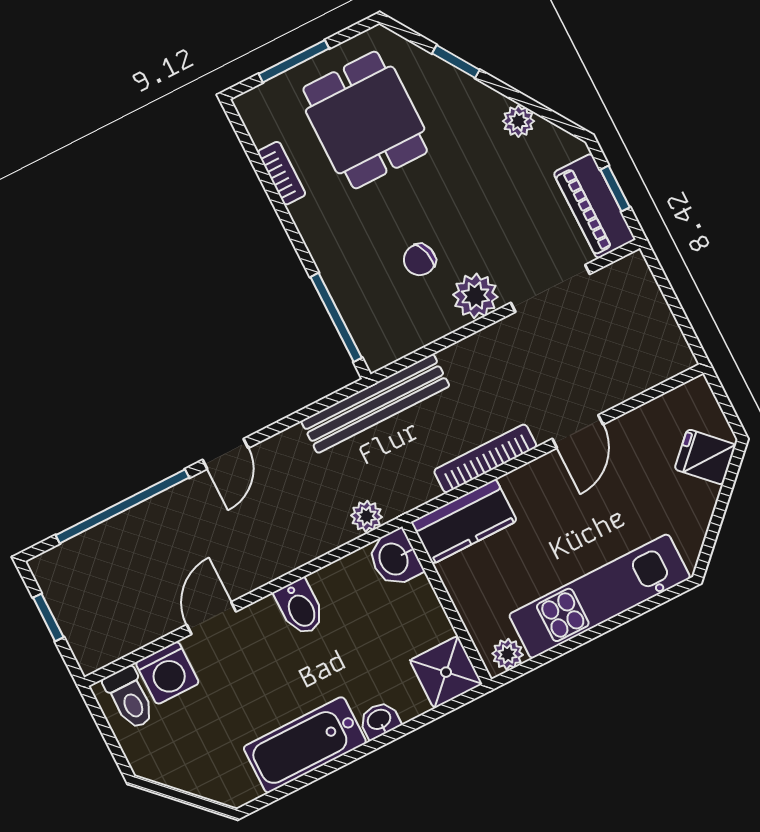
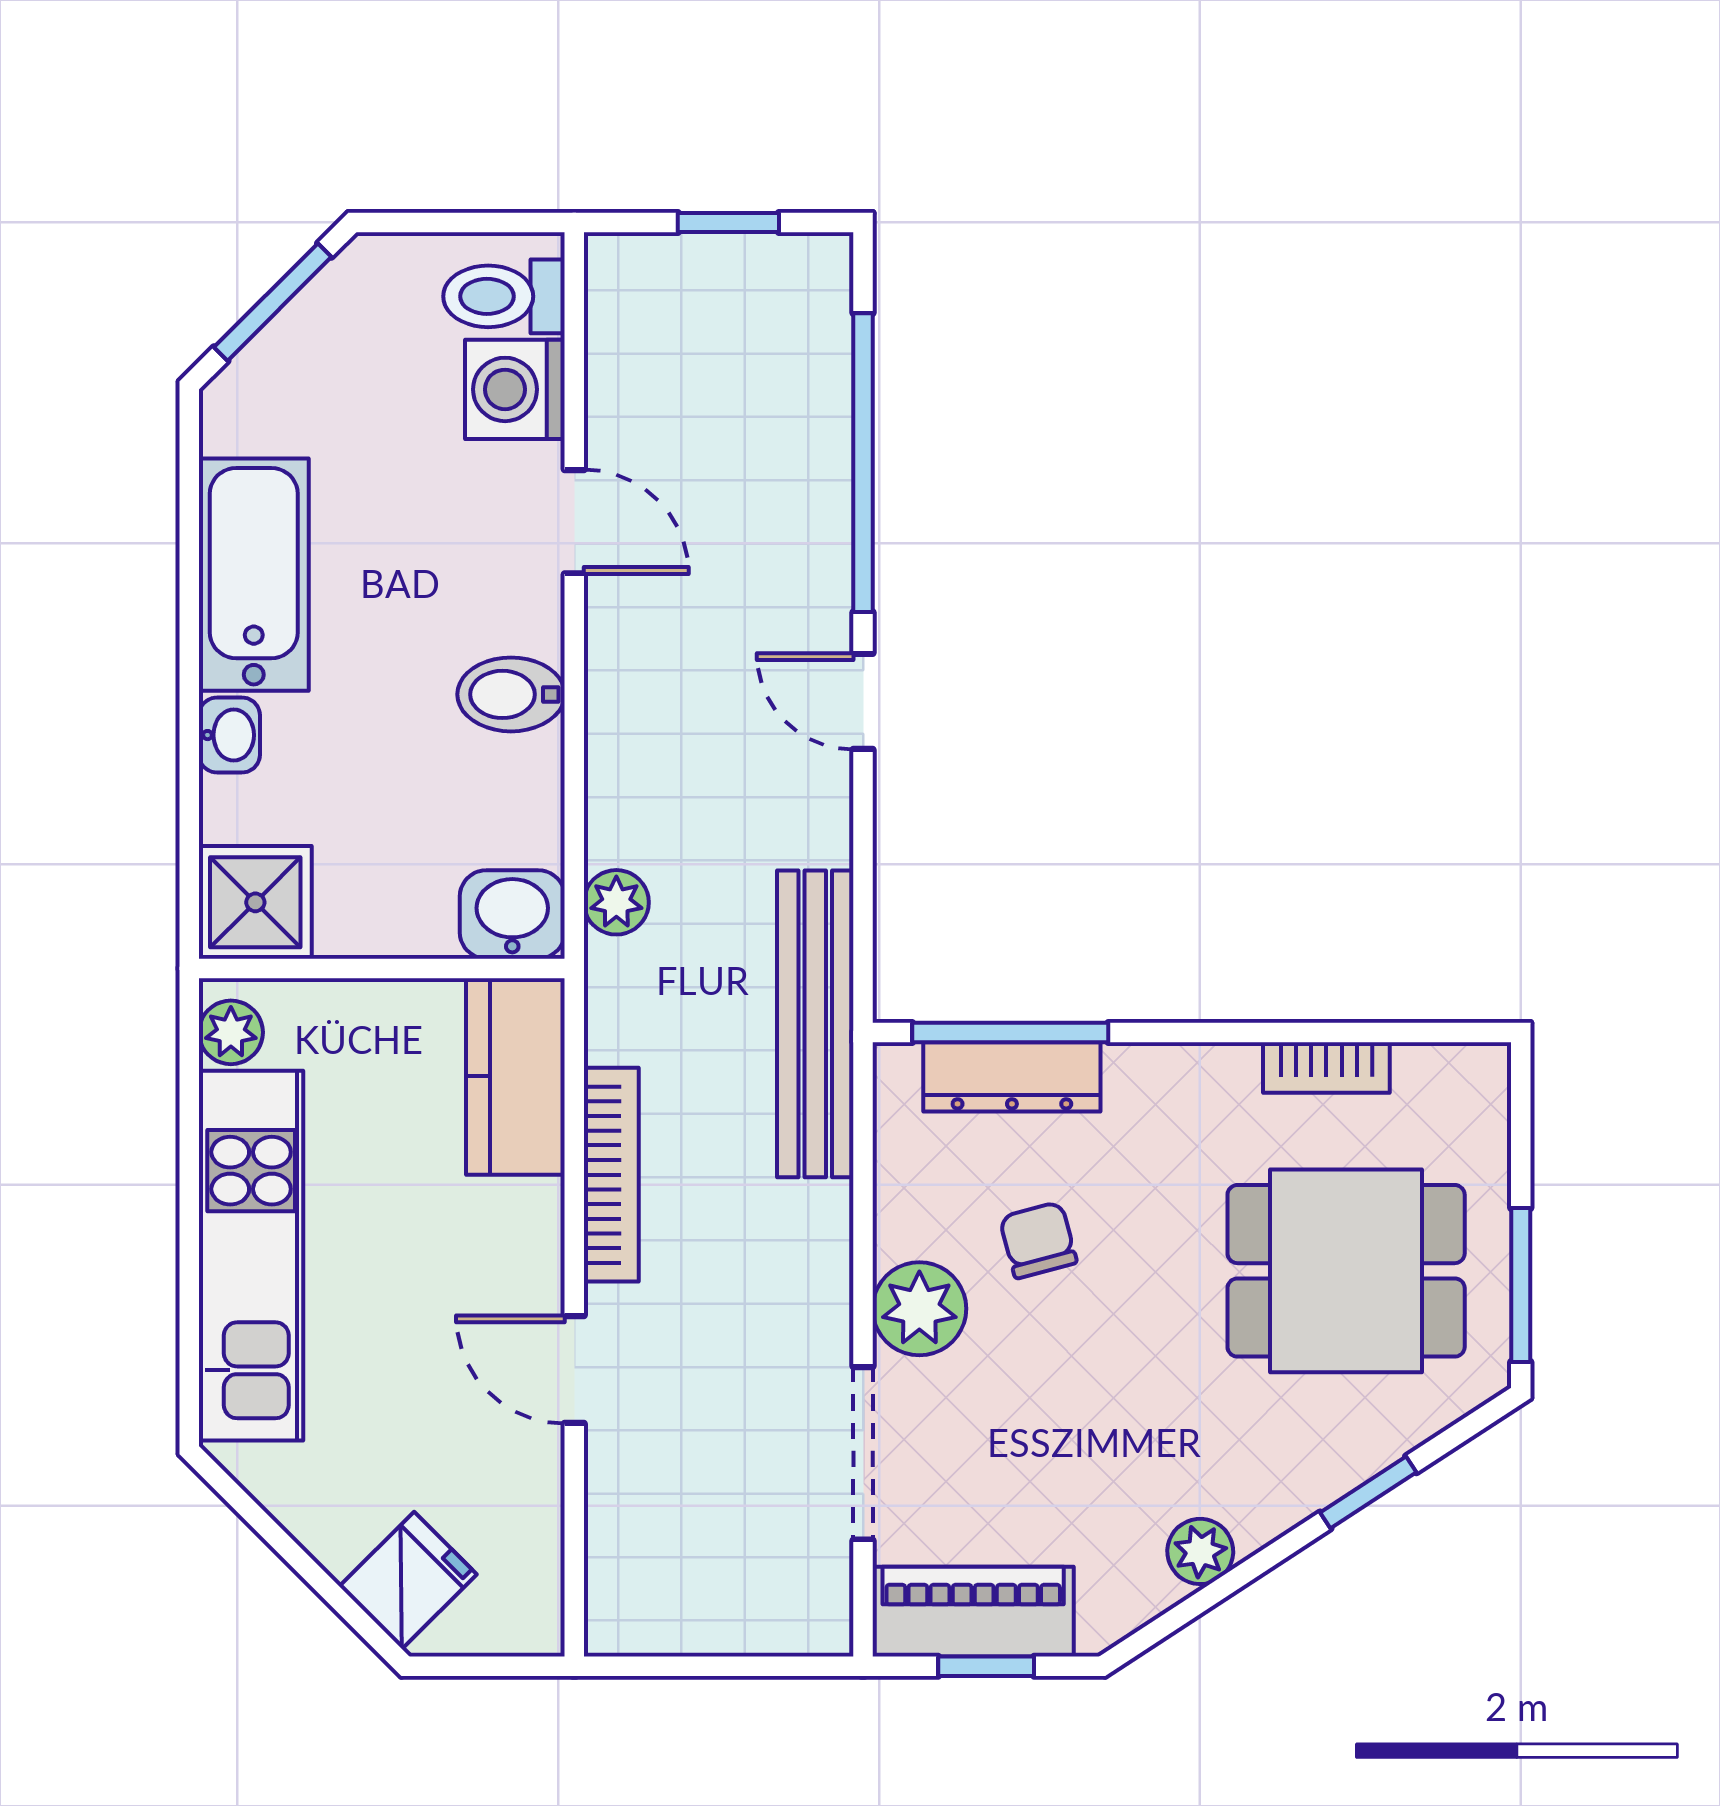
window: (294, 61) -> (1521, 1285), moved
dresser: (355, 307) -> (1012, 1077), added
window: (183, 797) -> (273, 302), added

